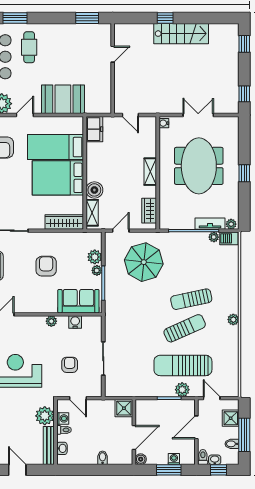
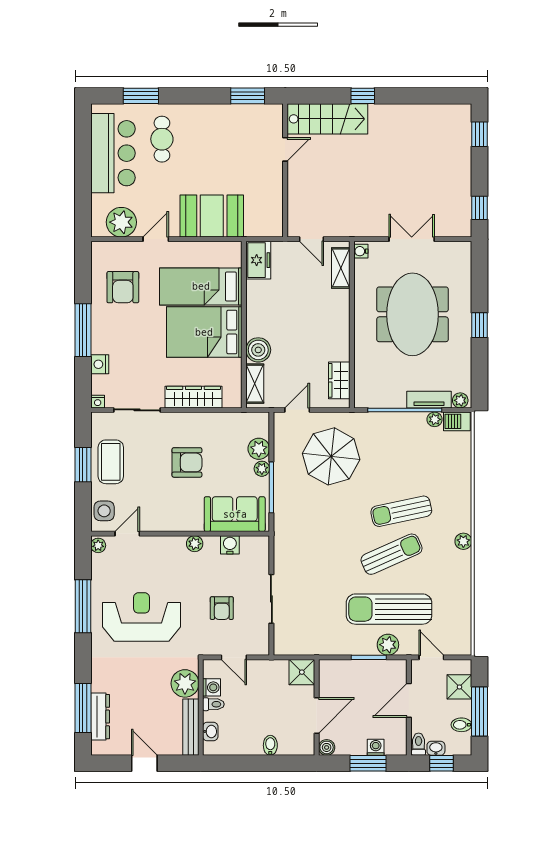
stairs: (181, 34) -> (327, 119), moved
shelving: (150, 172) -> (341, 268), moved
wardrobe: (64, 222) -> (193, 397), moved
armchair: (46, 266) -> (187, 462), turned 90
armchair: (70, 365) -> (222, 608), turned 180

